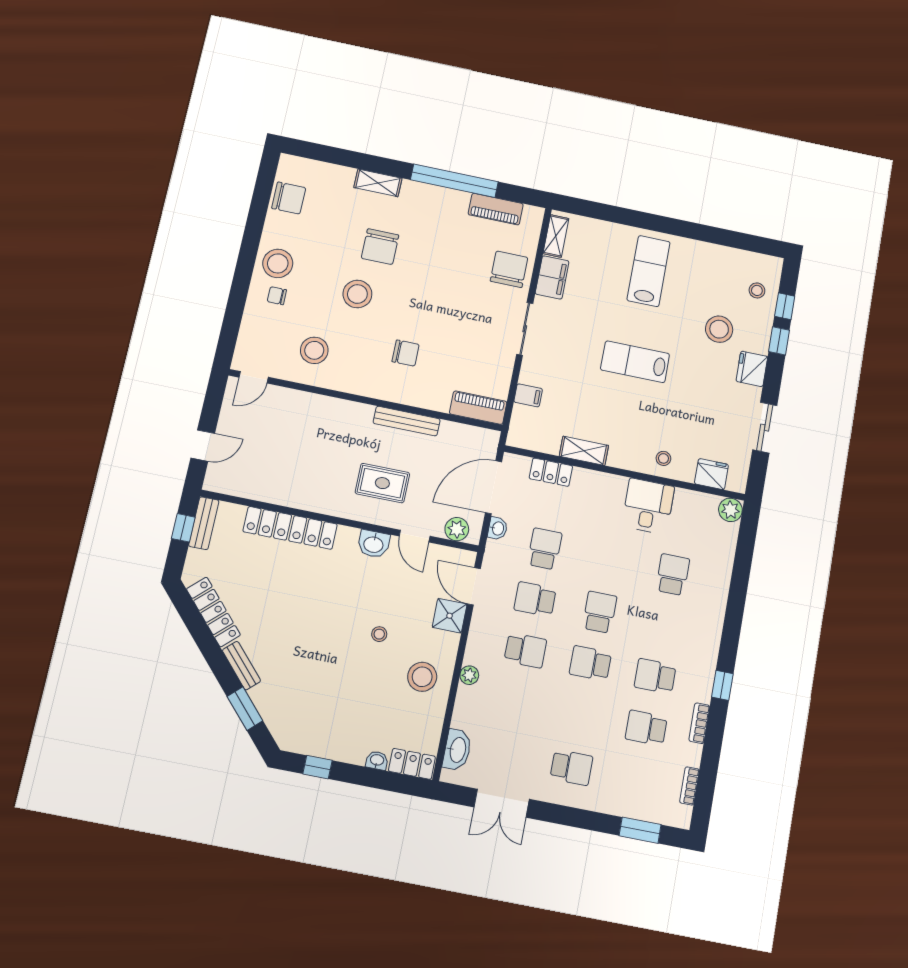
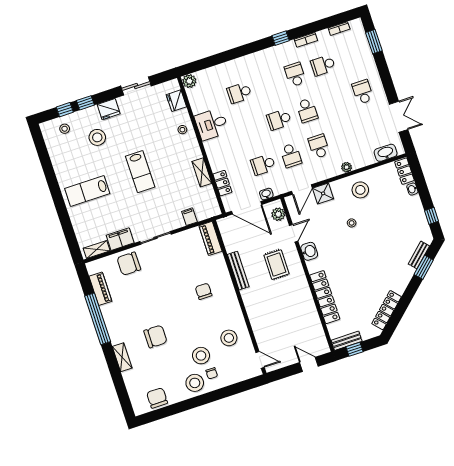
stool: (357, 294) -> (201, 356), moved
bench: (241, 666) -> (419, 255), moved
school desk: (655, 676) -> (295, 74), turned 180
school desk: (646, 728) -> (323, 65), turned 90

